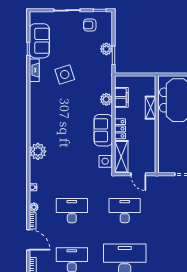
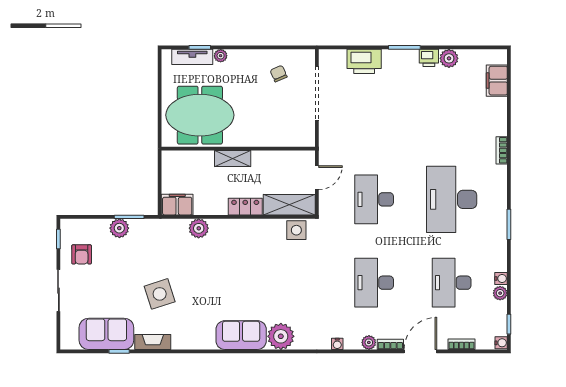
filing cabinet: (121, 97) -> (177, 205), moved
shelving: (151, 108) -> (233, 159), moved
sofa: (103, 130) -> (241, 335), moved, turned 180

